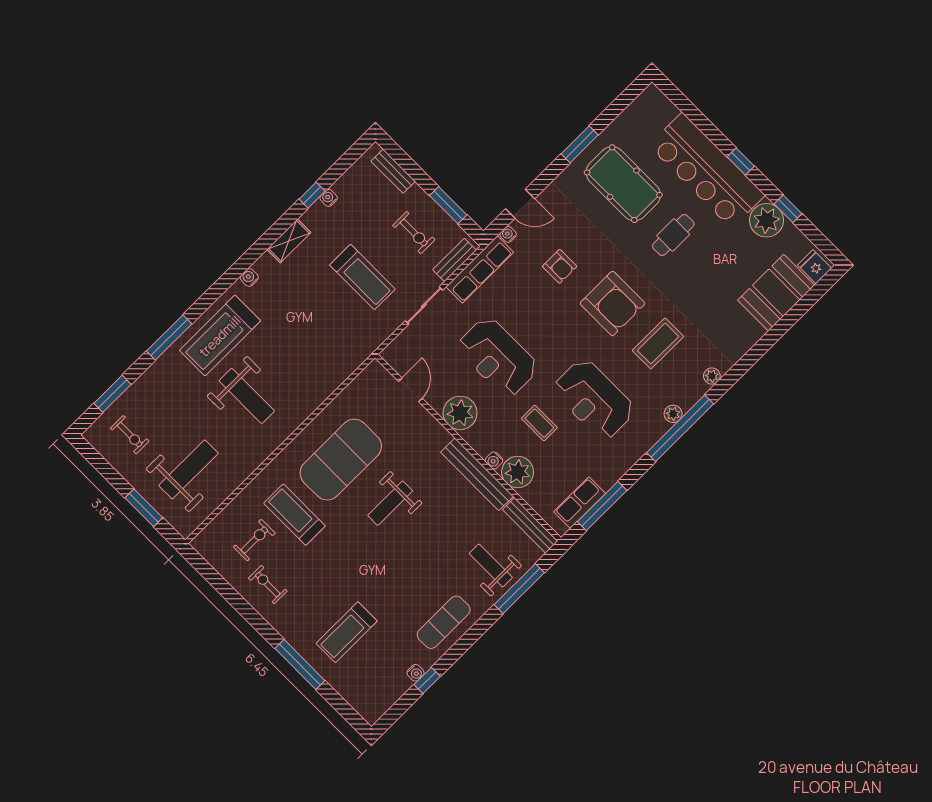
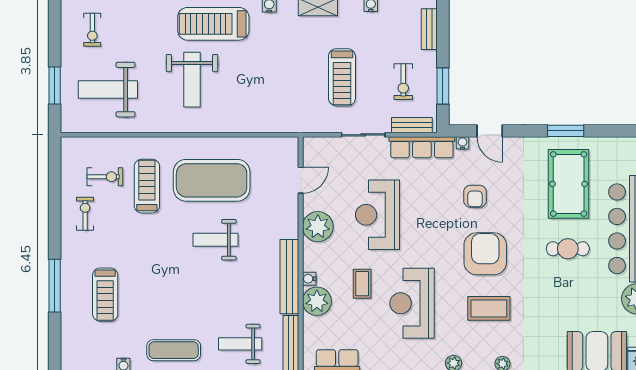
armchair: (612, 303) -> (485, 254), turned 180
weight bench: (189, 469) -> (108, 90), turned 180
weight bench: (491, 565) -> (240, 344), turned -90
treadmill: (347, 632) -> (105, 295), turned -90

